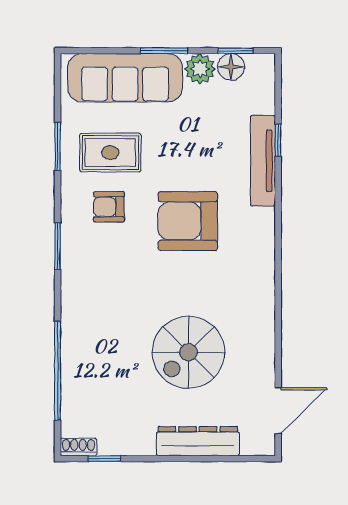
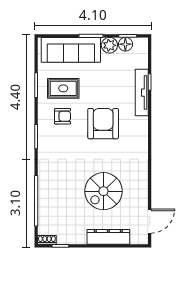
armchair: (109, 207) -> (63, 116), turned 180
armchair: (188, 221) -> (103, 124), turned 90

